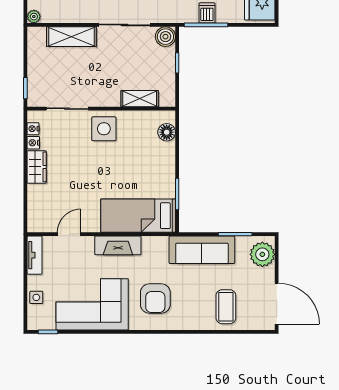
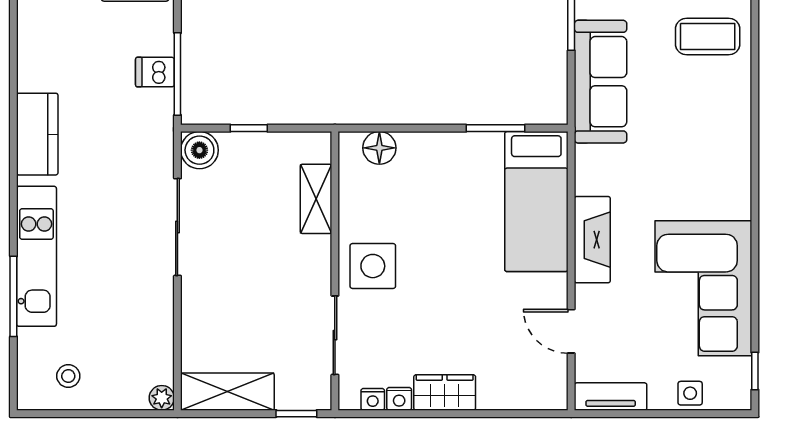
shelving: (71, 37) -> (227, 392), moved, turned 90
armchair: (155, 298) -> (692, 169), removed

